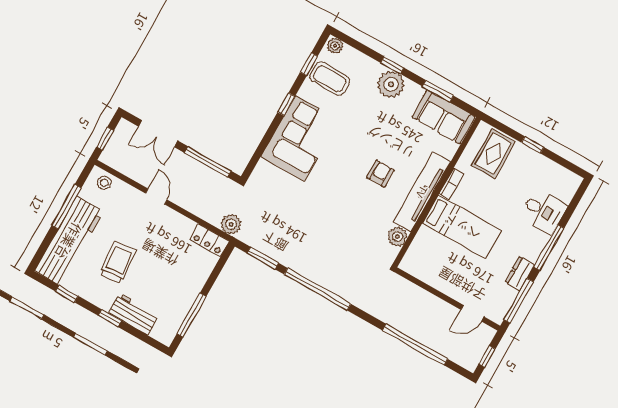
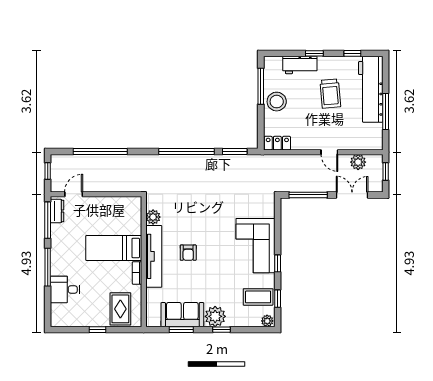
sofa: (443, 117) -> (182, 315), moved
stool: (104, 183) -> (277, 102), moved, width x1.89, depth x1.89
plant: (231, 224) -> (358, 162), moved
dresser: (520, 273) -> (57, 211), moved

